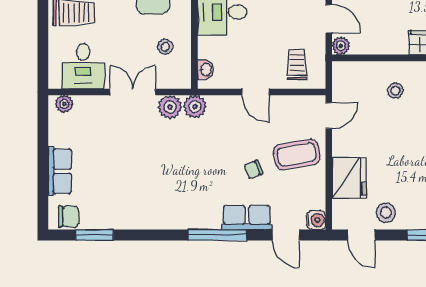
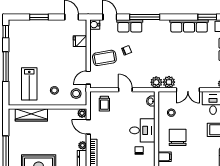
fridge: (349, 178) -> (80, 41), width x0.53, depth x0.75
stool: (386, 213) -> (76, 94), moved
row of seats: (130, 217) -> (189, 26), added

